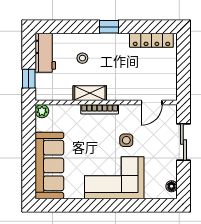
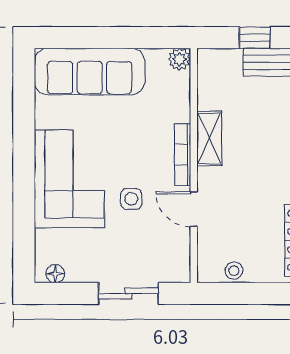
stool: (82, 58) -> (234, 271), moved
window: (29, 79) -> (255, 38), moved
door: (152, 103) -> (194, 209), moved

